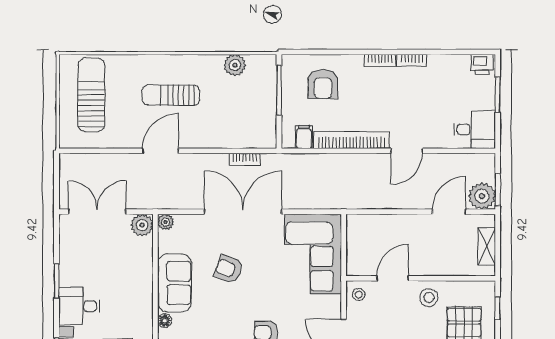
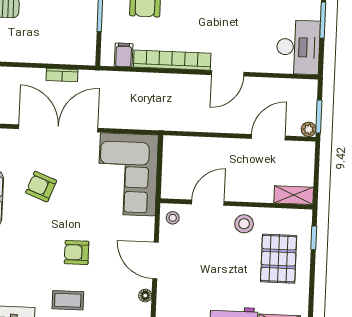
desk: (475, 129) -> (298, 47), width x1.37
plant: (482, 196) -> (309, 129), width x0.53, depth x0.53
shelving: (487, 246) -> (294, 195), moved, turned 90

